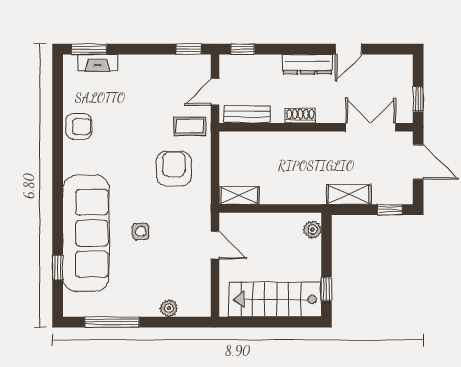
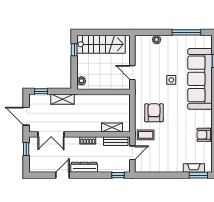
window: (189, 49) -> (146, 175), removed
armchair: (174, 169) -> (154, 113), turned 180
shelving: (239, 195) -> (112, 127), moved

